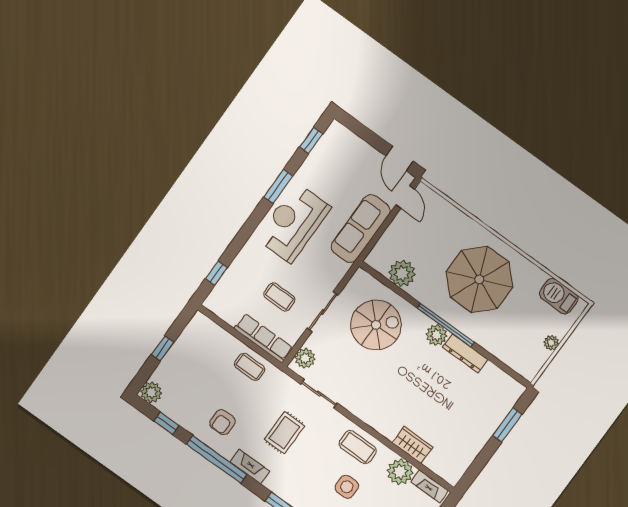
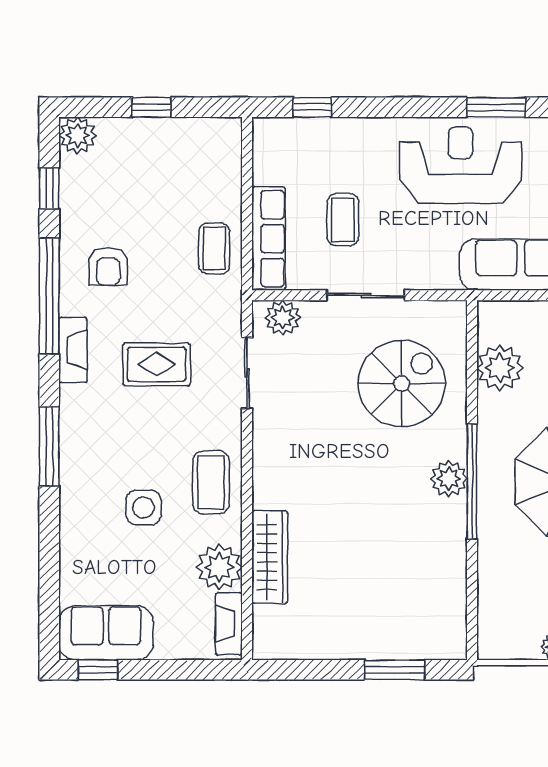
spiral stairs: (376, 325) -> (402, 384), turned -90
dresser: (465, 353) -> (452, 537), removed
armchair: (222, 422) -> (108, 266), turned -90
wardrobe: (412, 445) -> (270, 557), width x1.50

